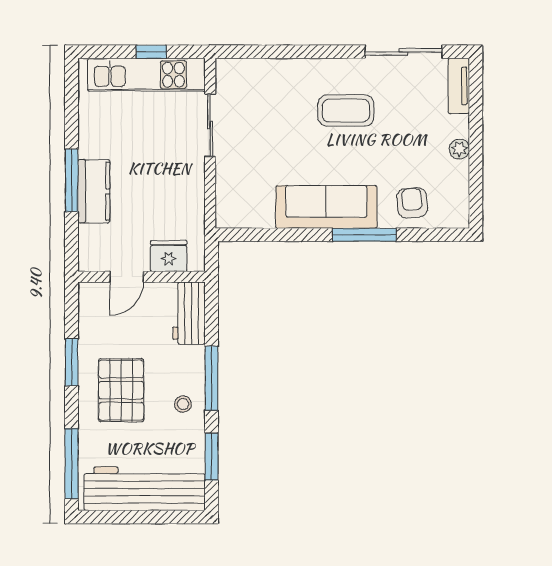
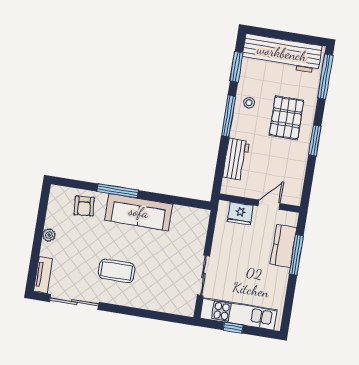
fridge: (169, 256) -> (240, 213), moved
door: (127, 277) -> (269, 205), moved
wall: (142, 277) -> (260, 203), moved

